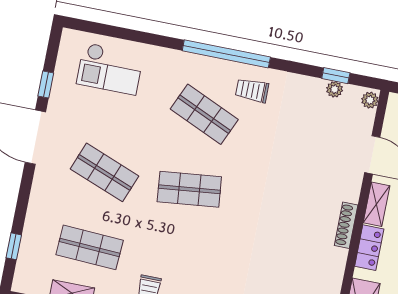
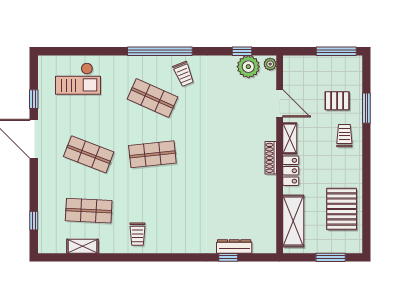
plant: (335, 89) -> (248, 67), width x1.88, depth x1.88
trolley: (252, 90) -> (184, 74), turned -112

